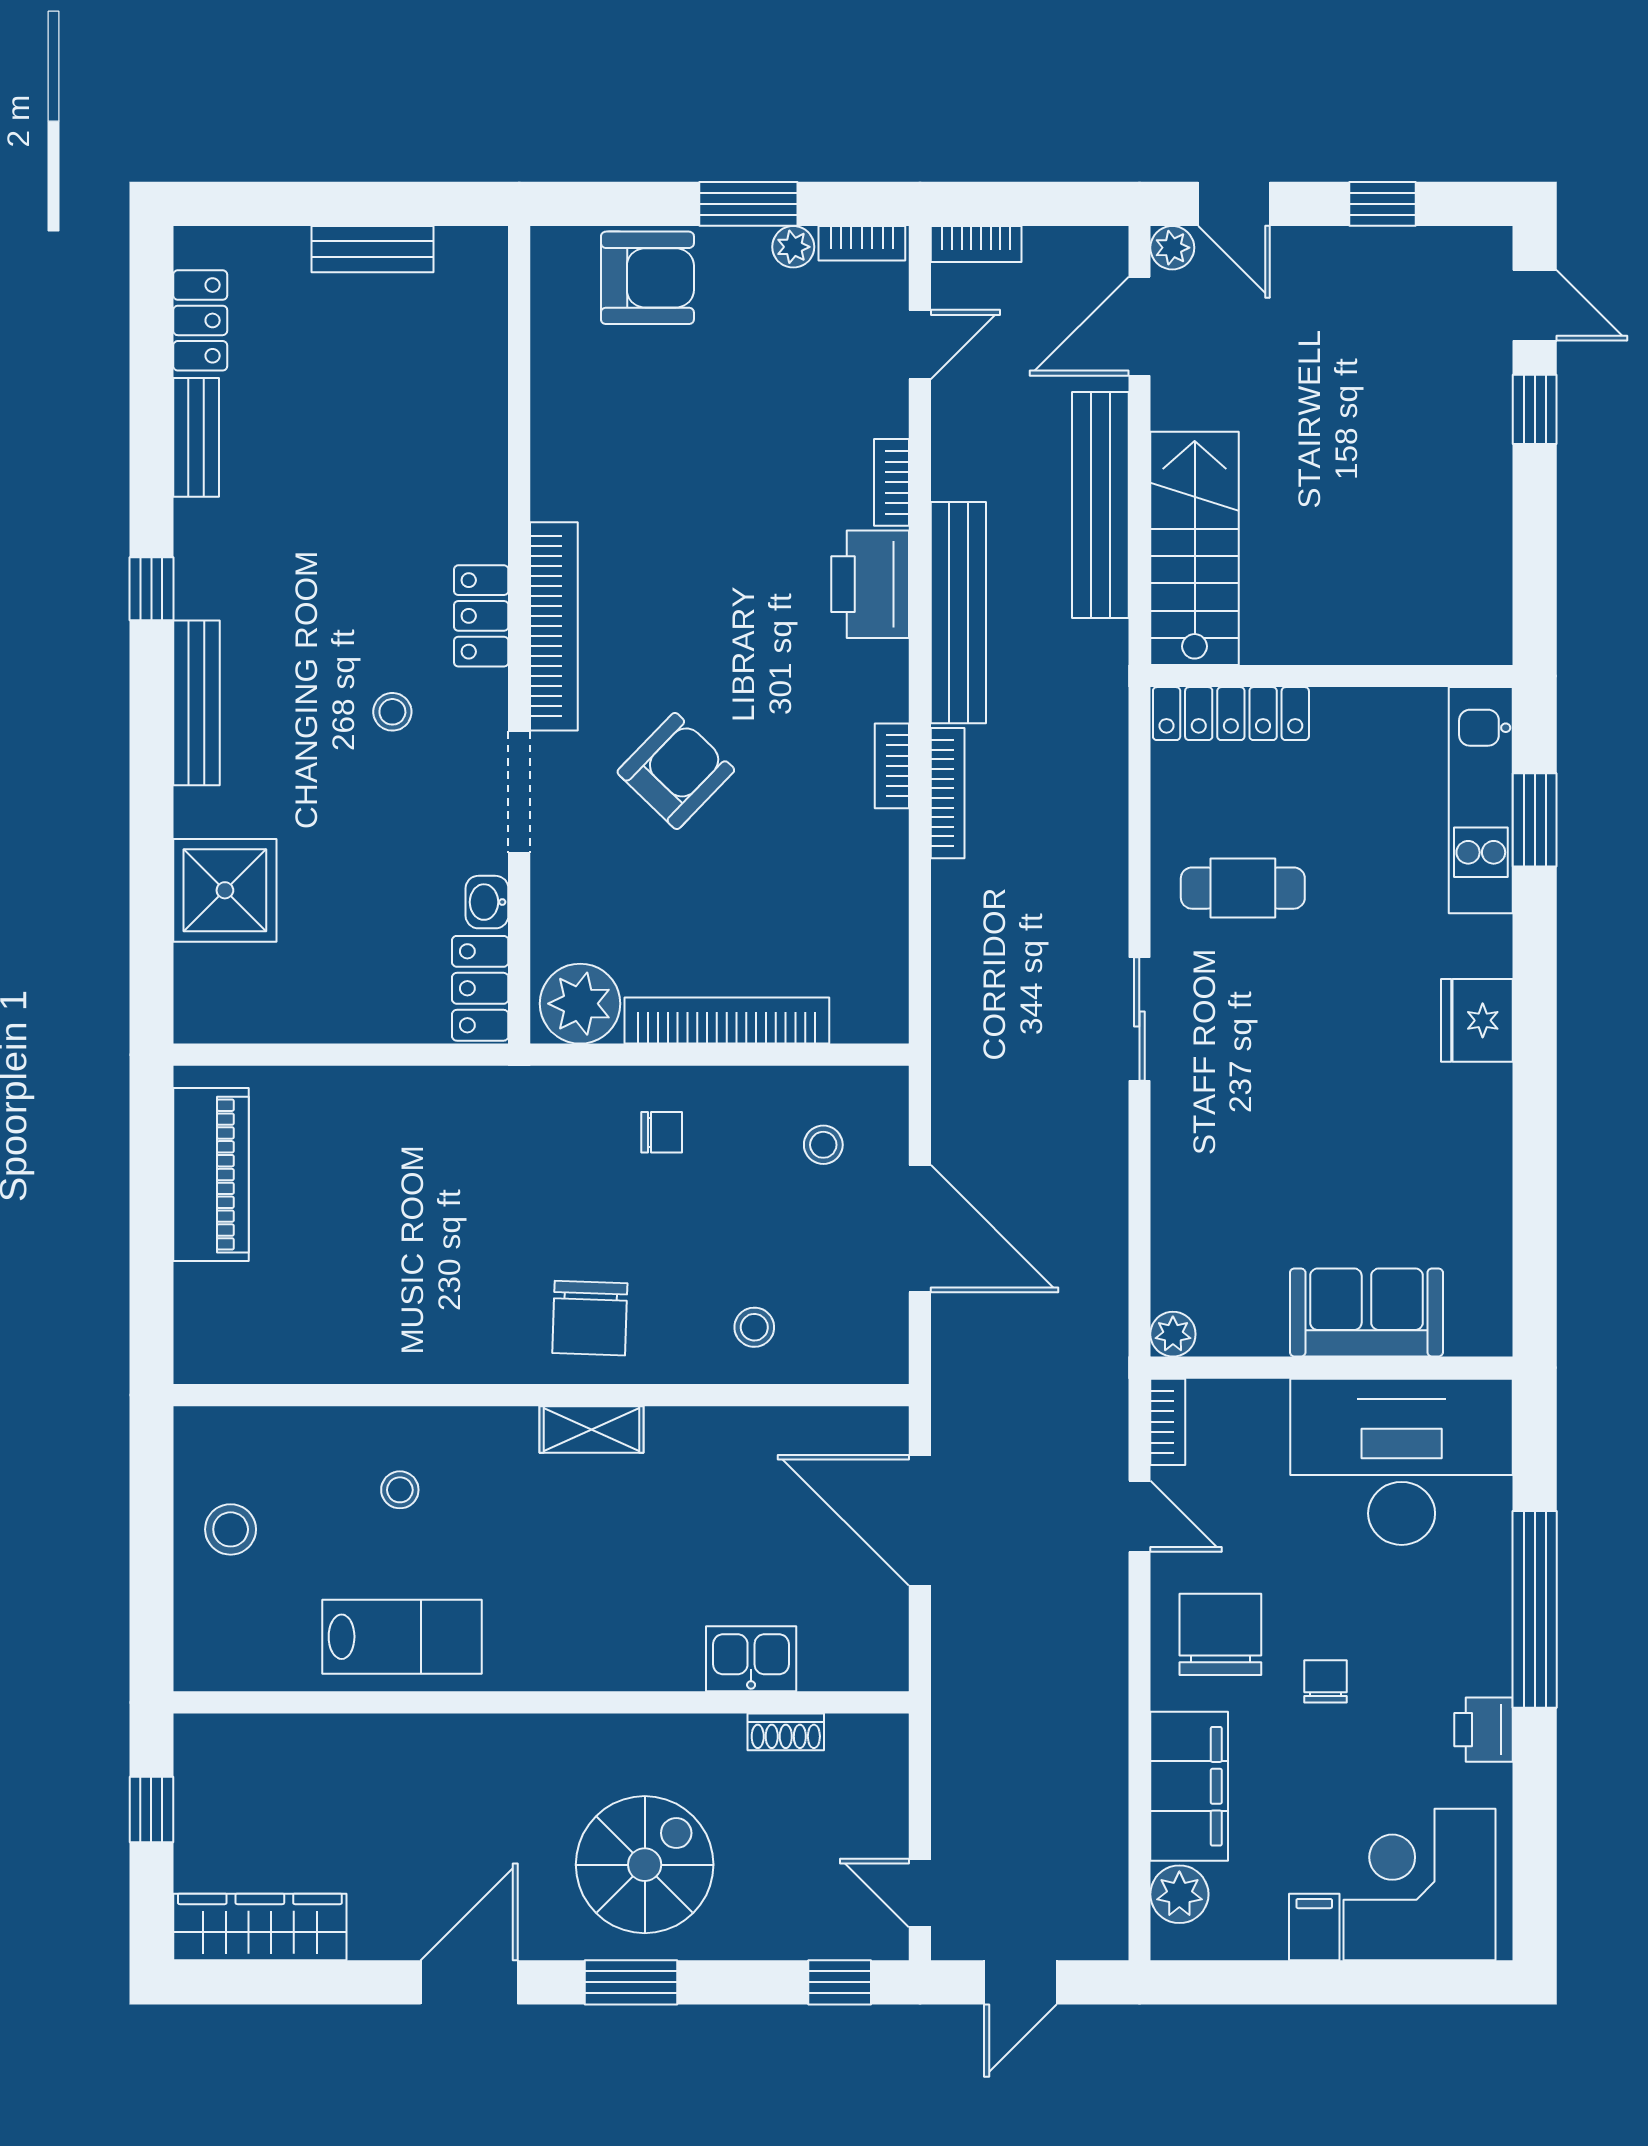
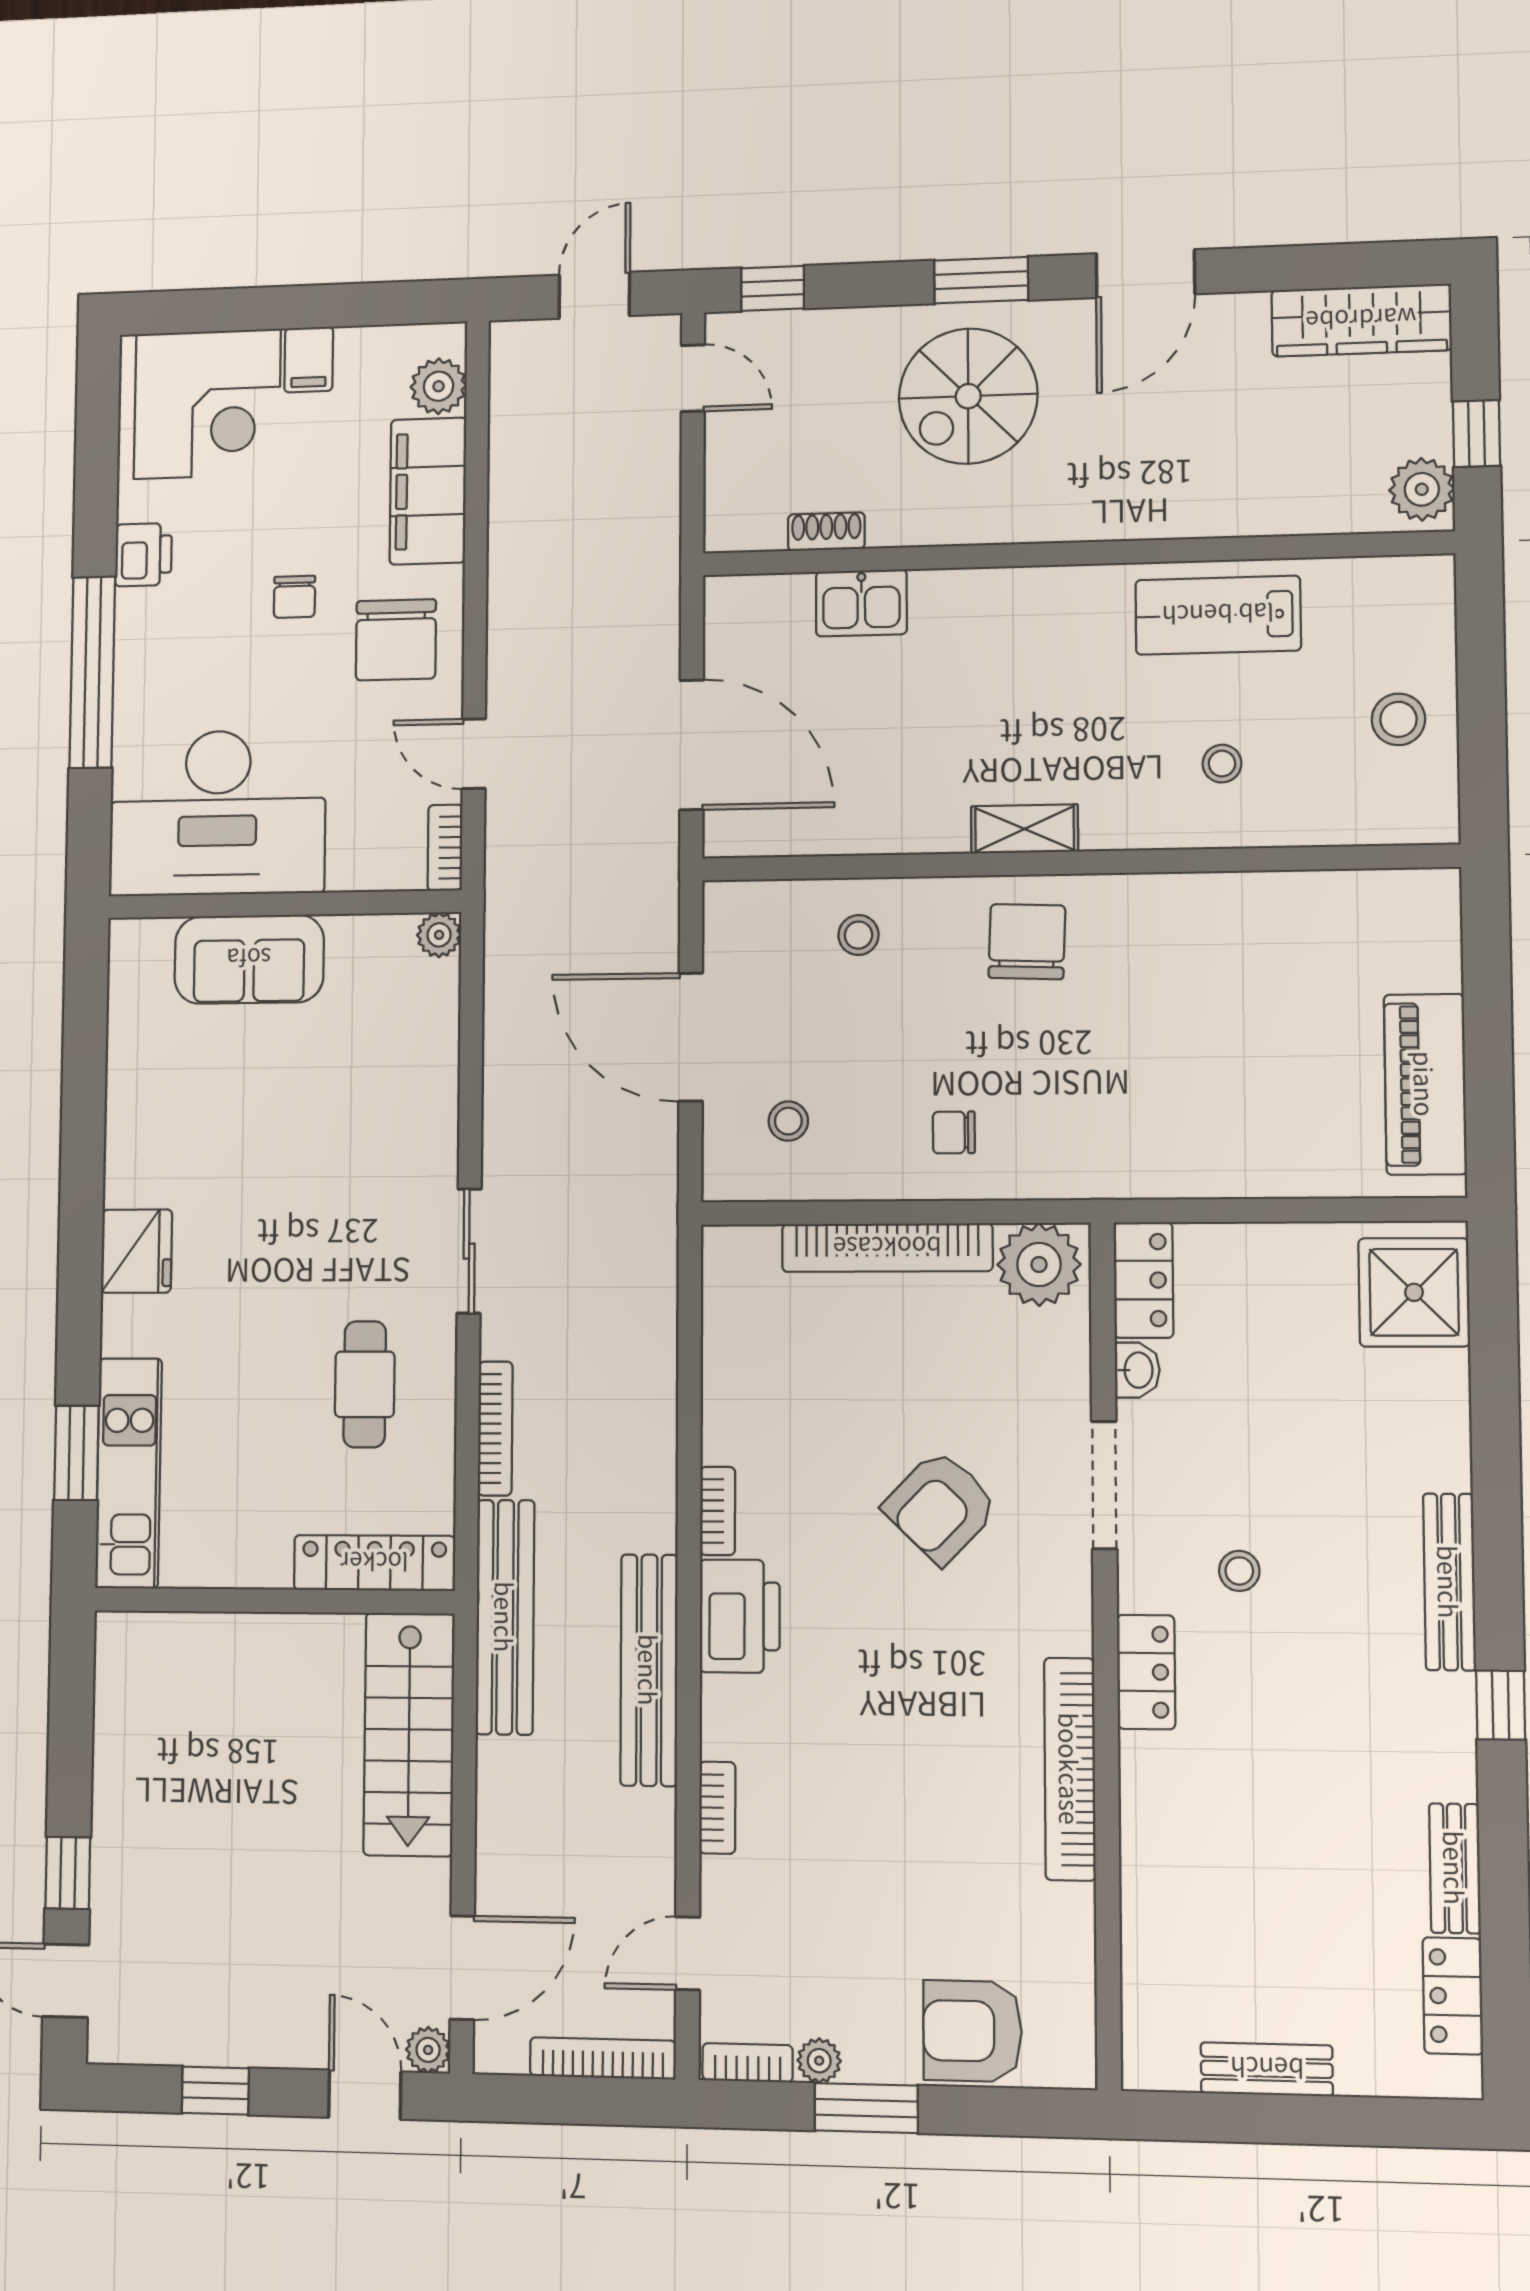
bookcase: (976, 244) -> (603, 2058), width x1.56
bench: (1100, 505) -> (505, 1617), moved
printer: (870, 584) -> (740, 1616), moved
bookcase: (554, 626) -> (1070, 1769), moved
bookcase: (948, 793) -> (495, 1429), moved, turned 180
cafe table: (1243, 888) -> (365, 1384), turned 90
shower: (225, 890) -> (1414, 1292), moved
plant: (205, 1756) -> (1422, 489), added

